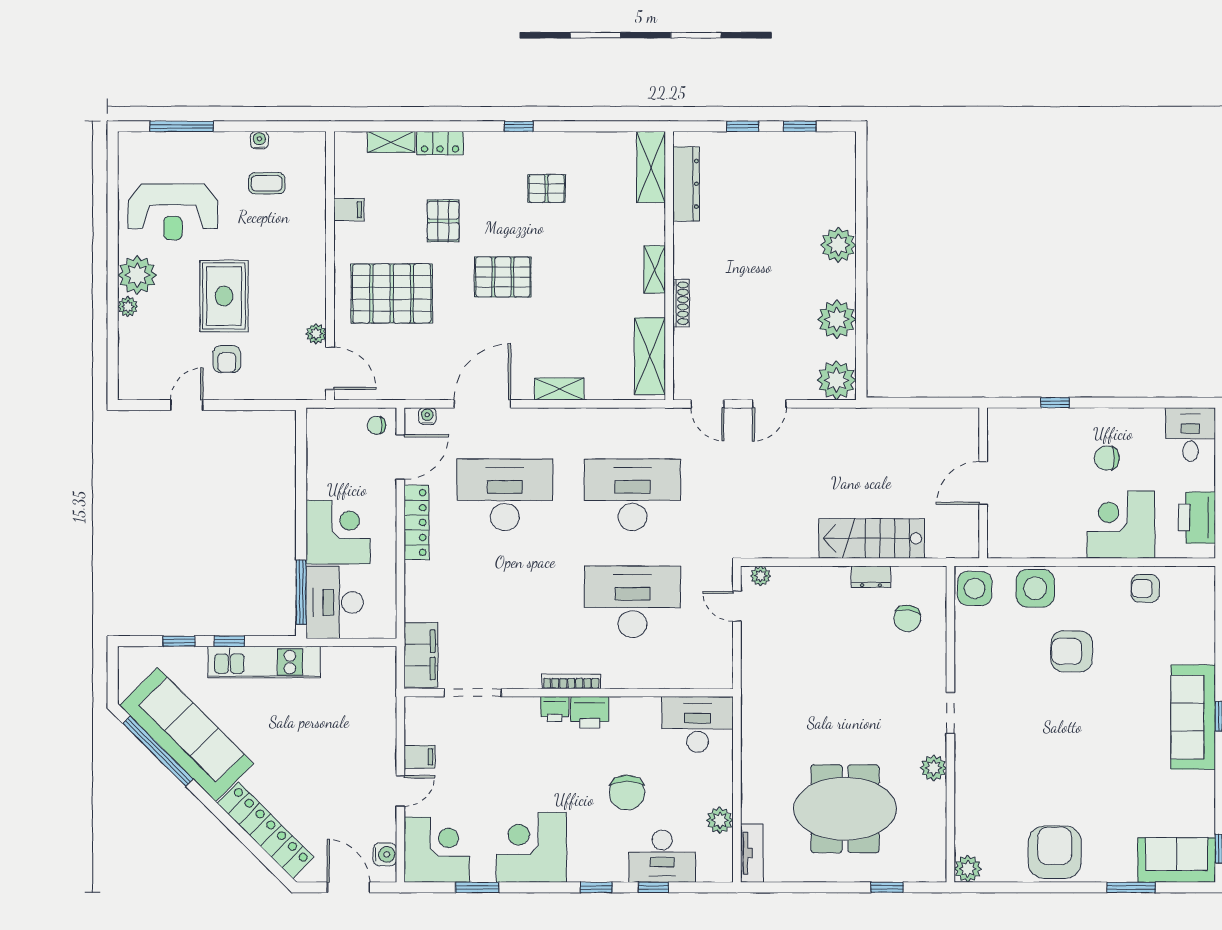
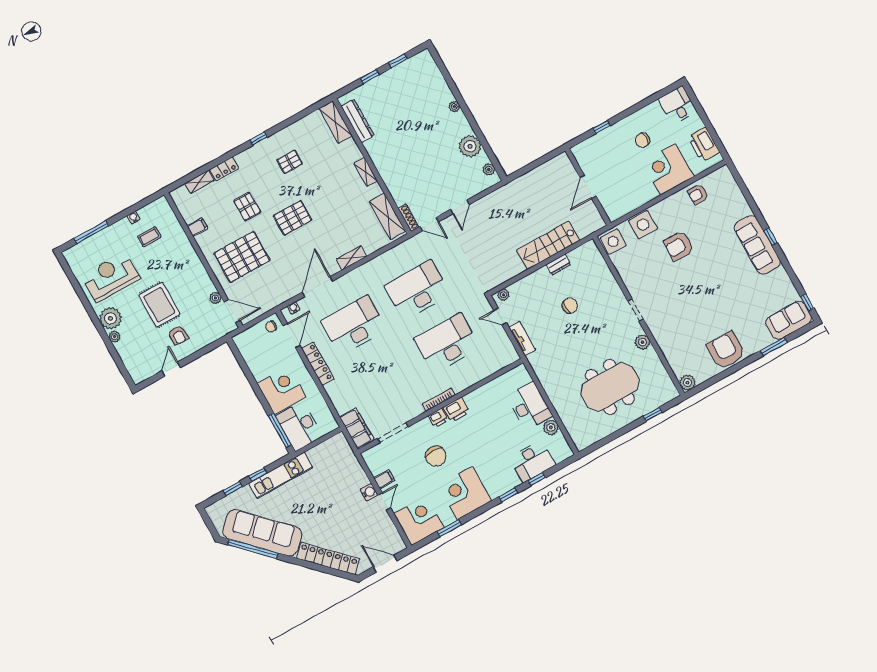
reception desk: (173, 212) -> (111, 277), turned 180
plant: (838, 245) -> (454, 107), width x0.53, depth x0.53
shoe rack: (681, 303) -> (408, 218), moved
plant: (837, 380) -> (489, 169), width x0.53, depth x0.53
chair: (907, 618) -> (570, 306), moved, turned -98
desk: (698, 724) -> (530, 406), moved, turned 90
chair: (627, 793) -> (436, 456), moved
tv unit: (752, 853) -> (522, 338), moved
water cooler: (385, 854) -> (369, 492), moved

